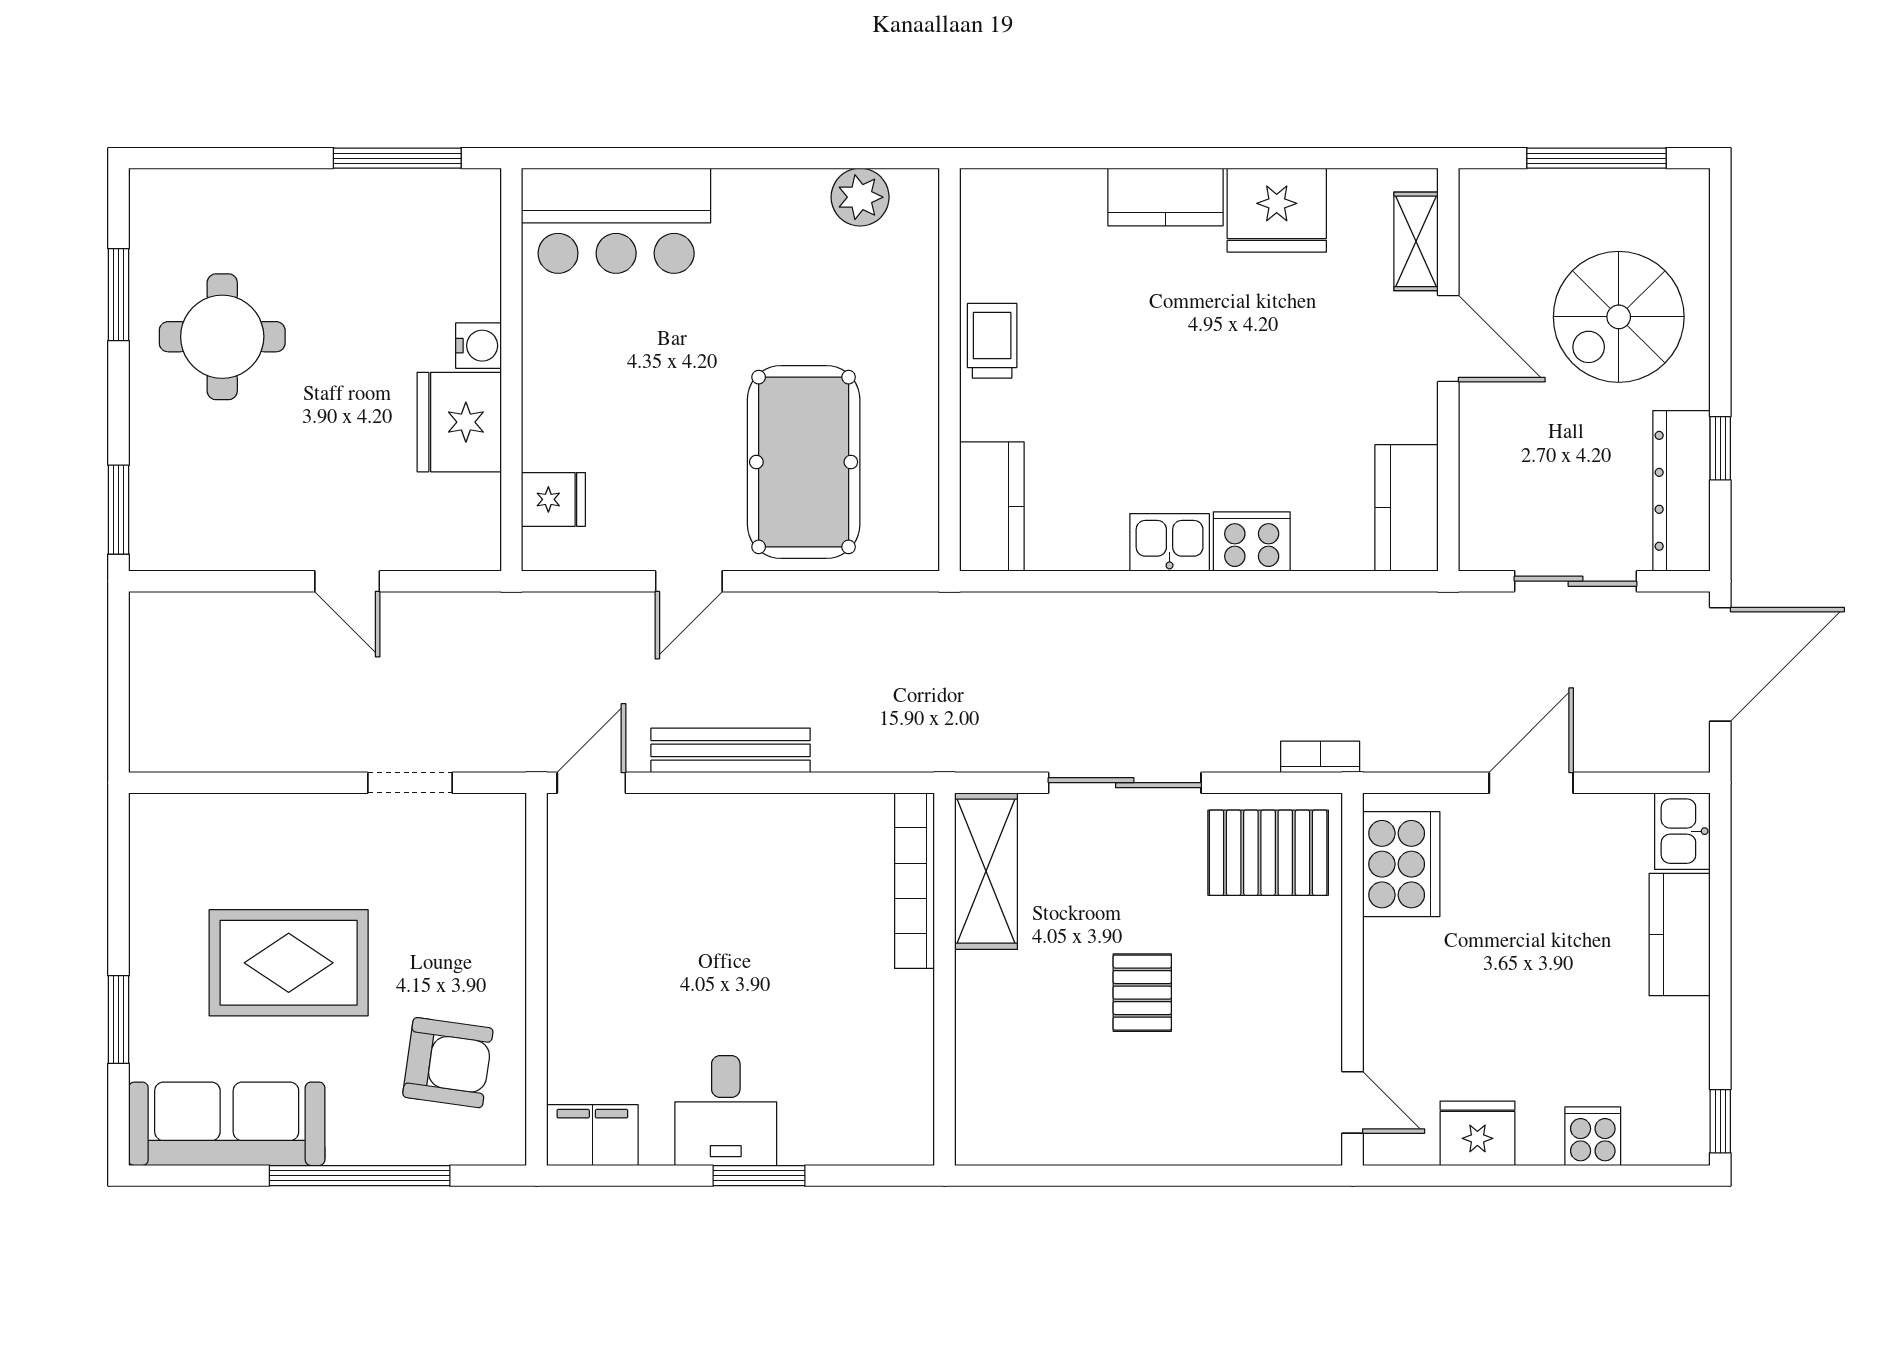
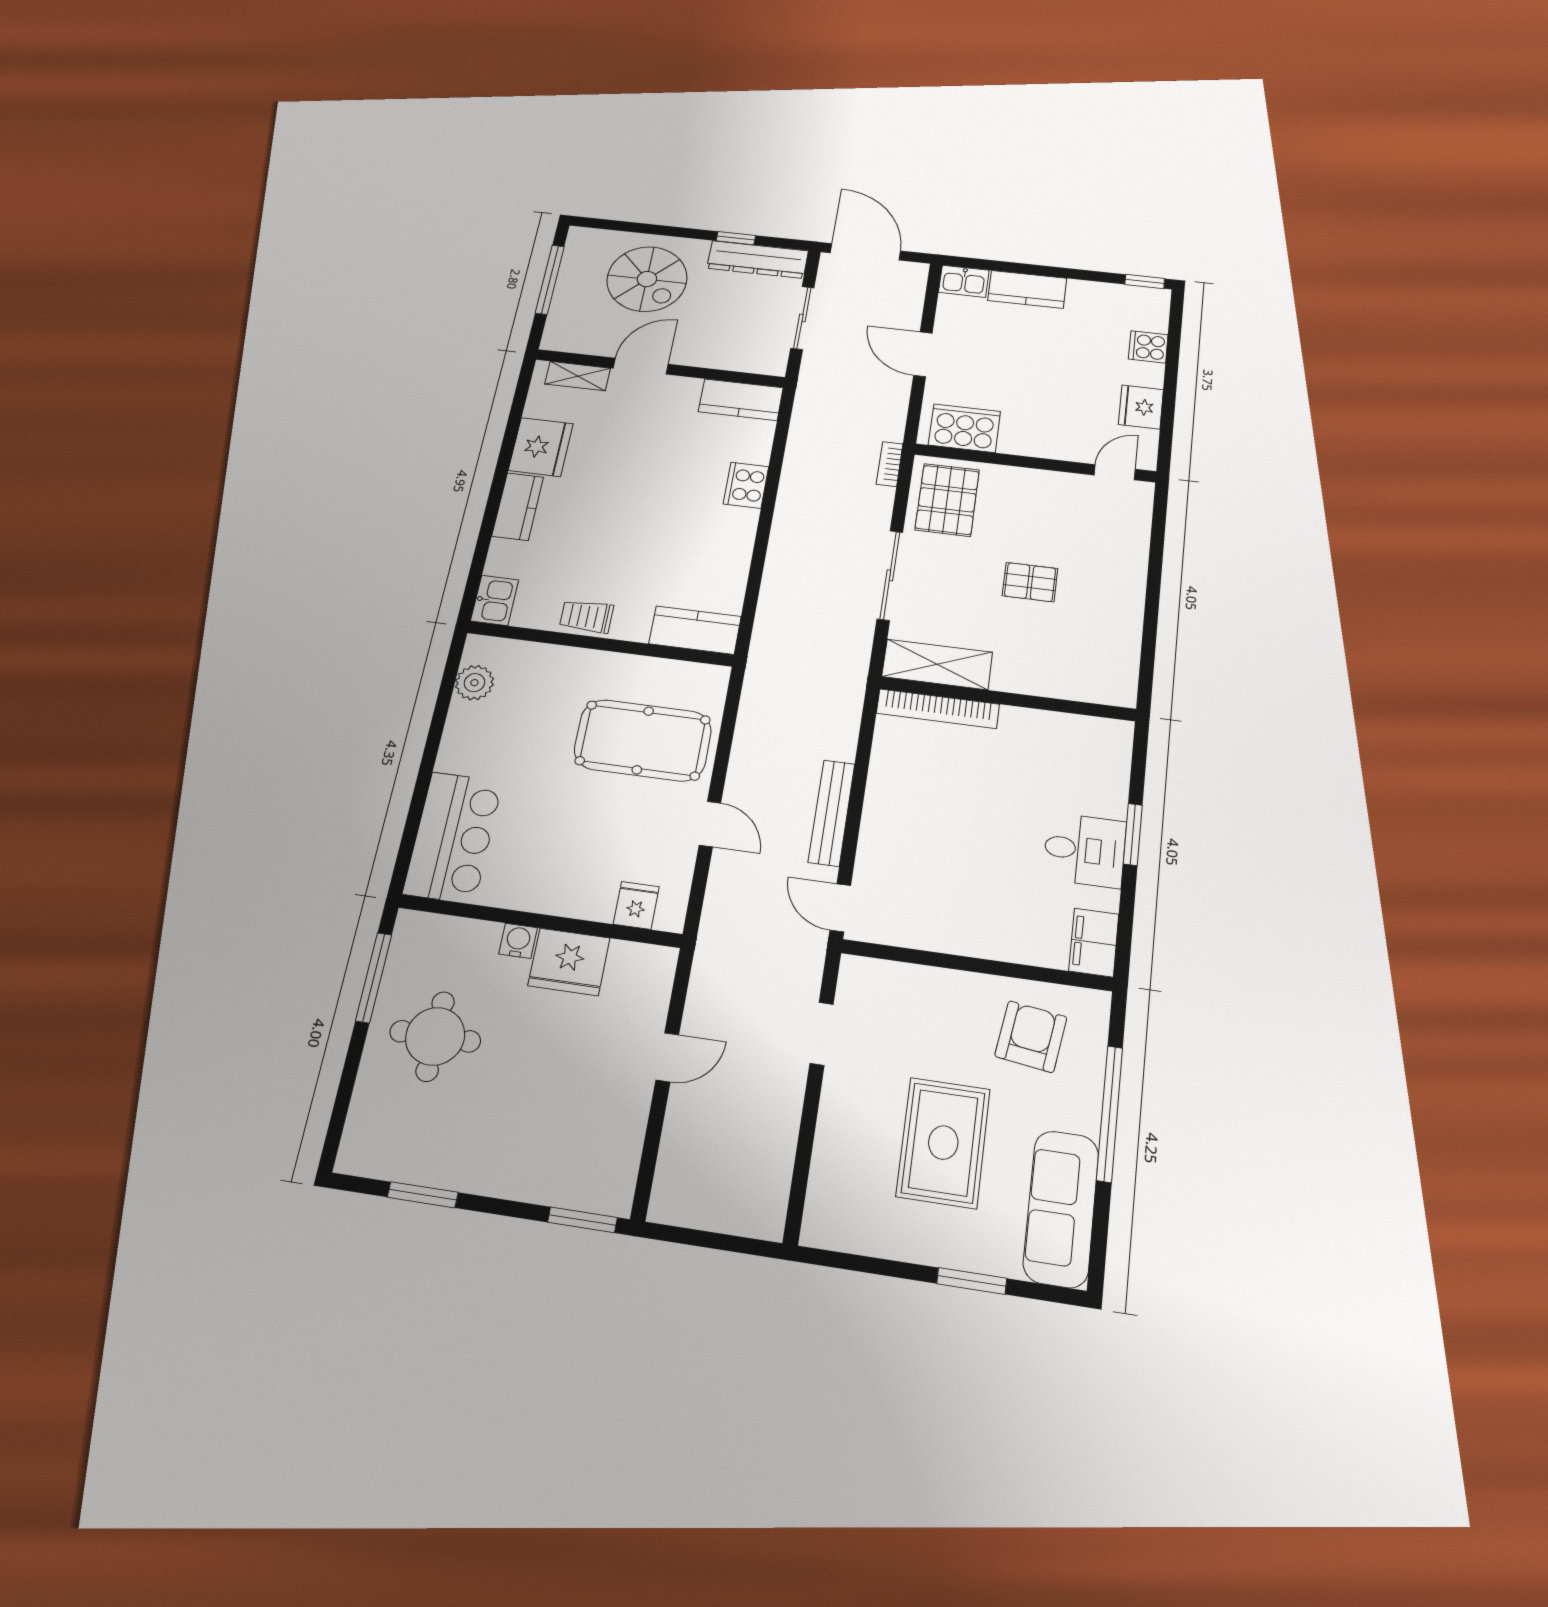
round table: (222, 337) -> (435, 1036), moved
kitchen sink: (1170, 542) -> (495, 600), moved, turned 180

